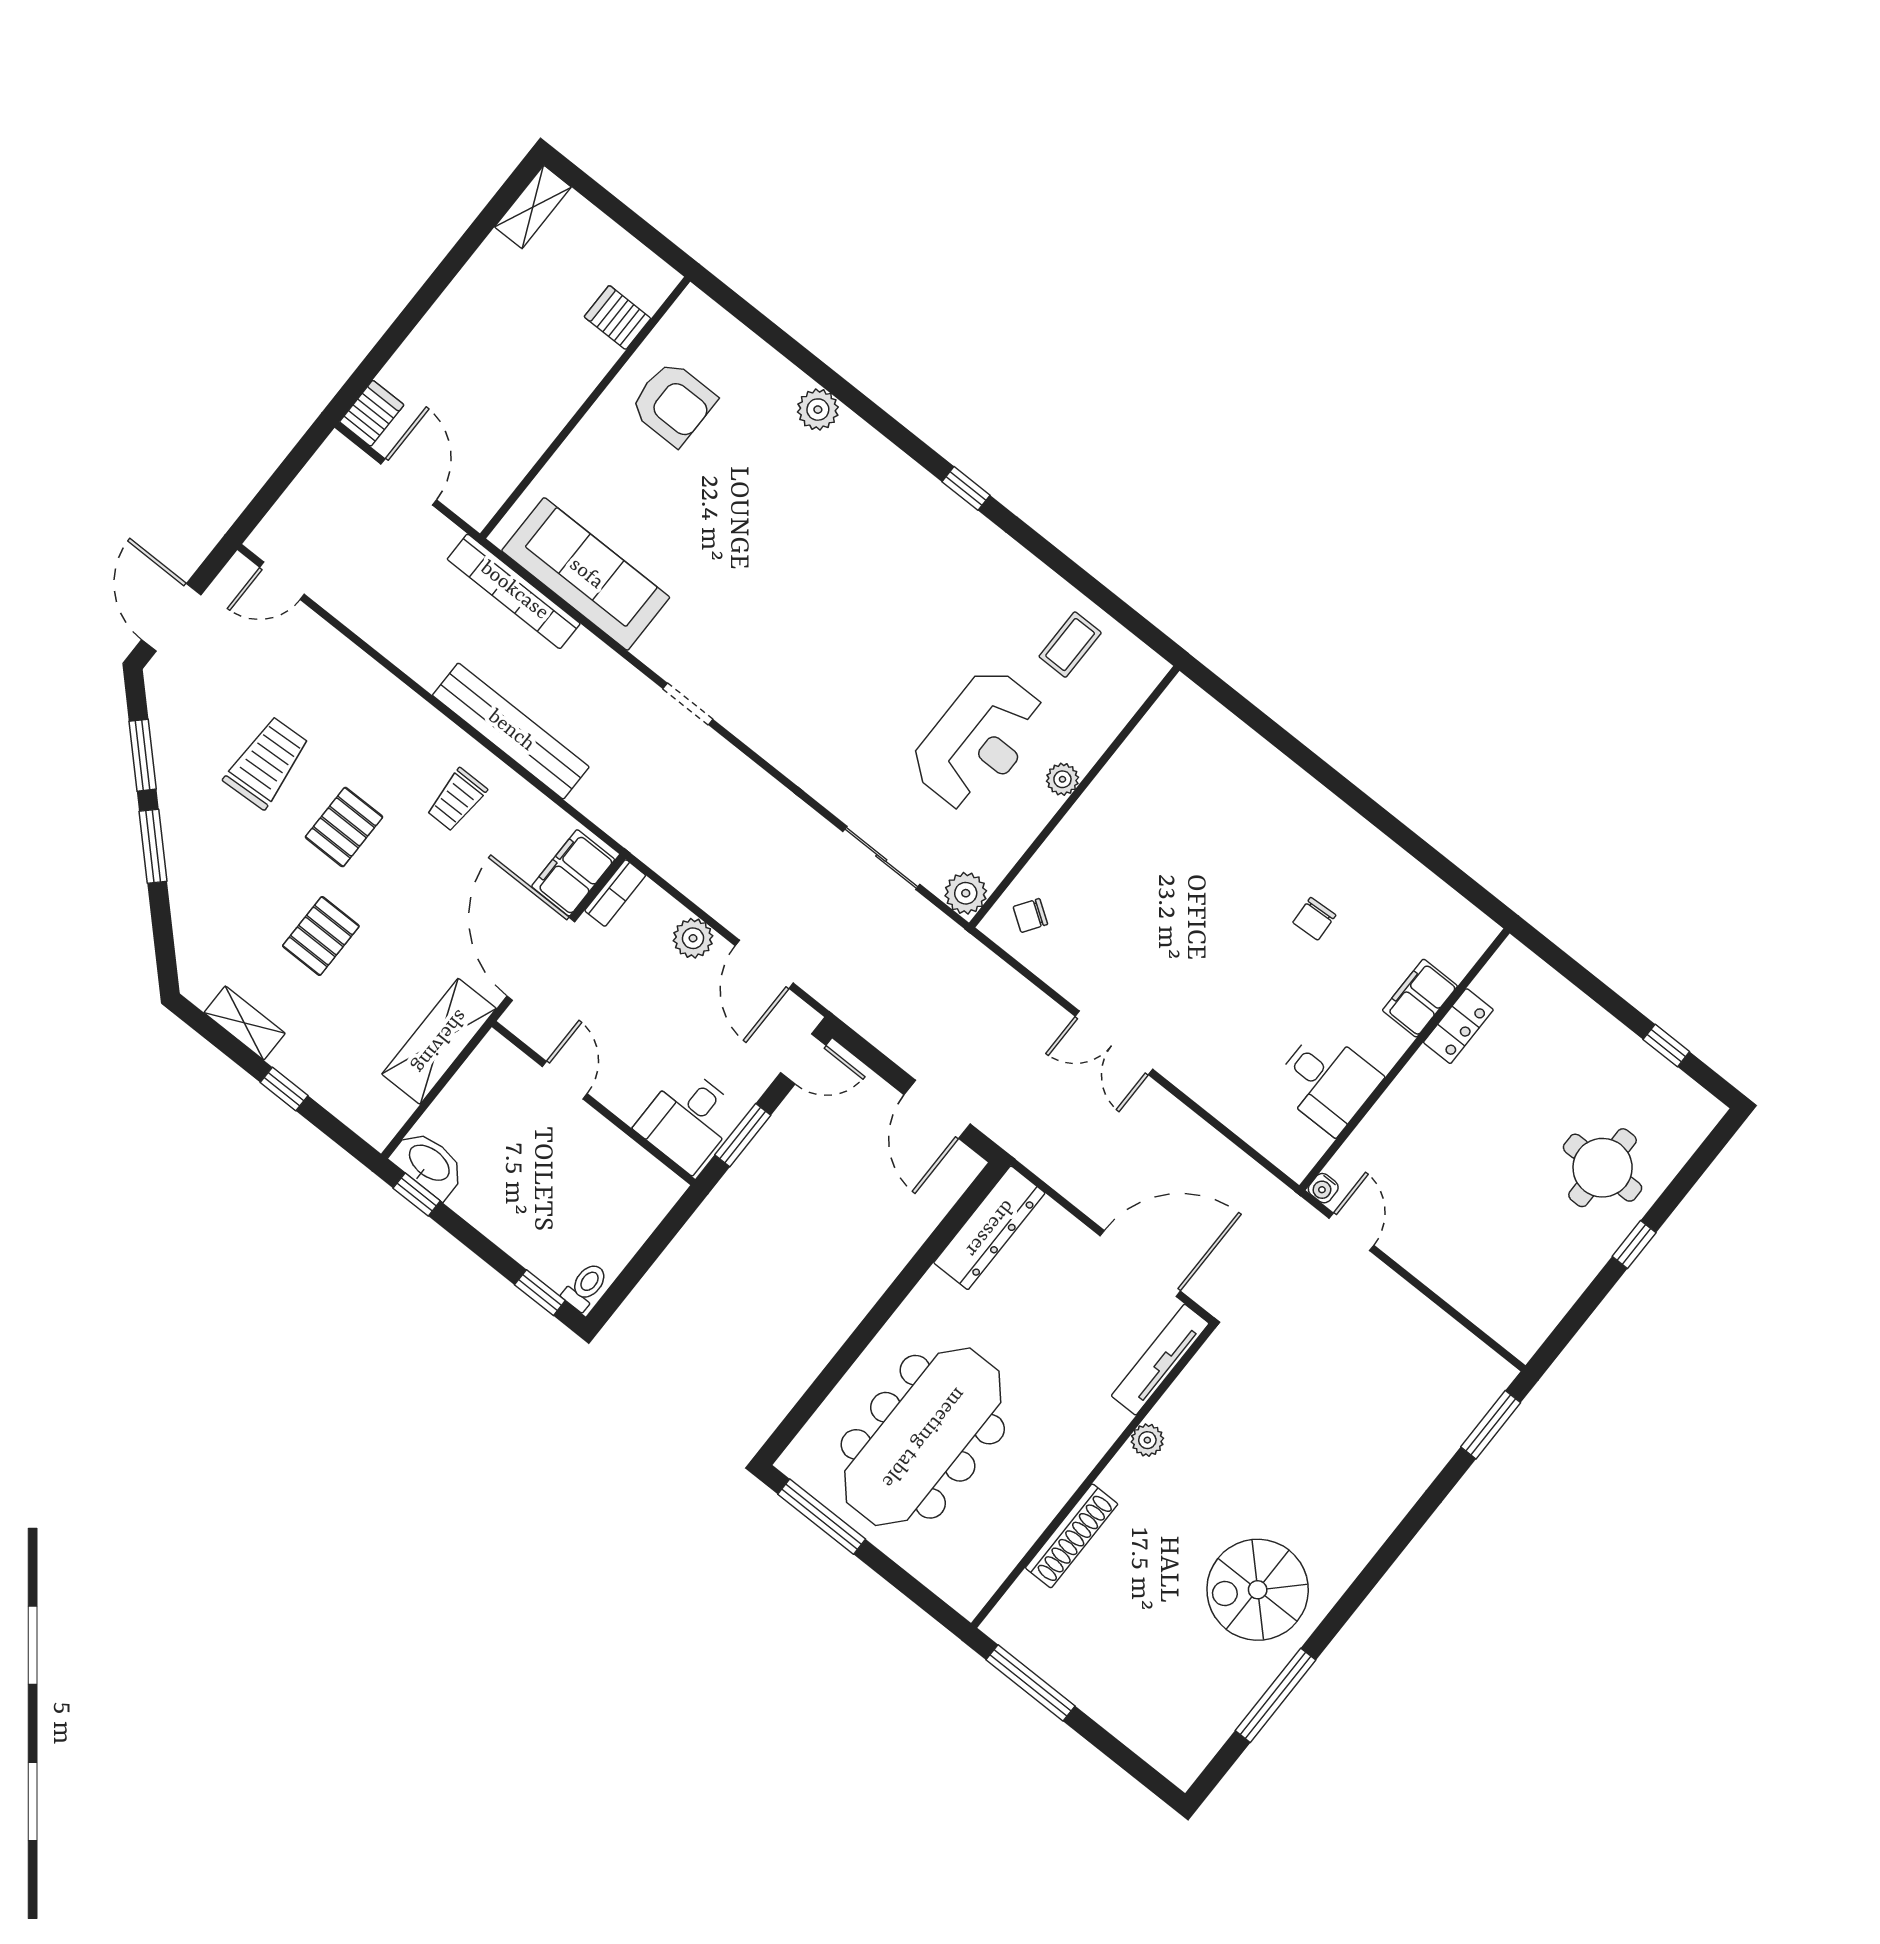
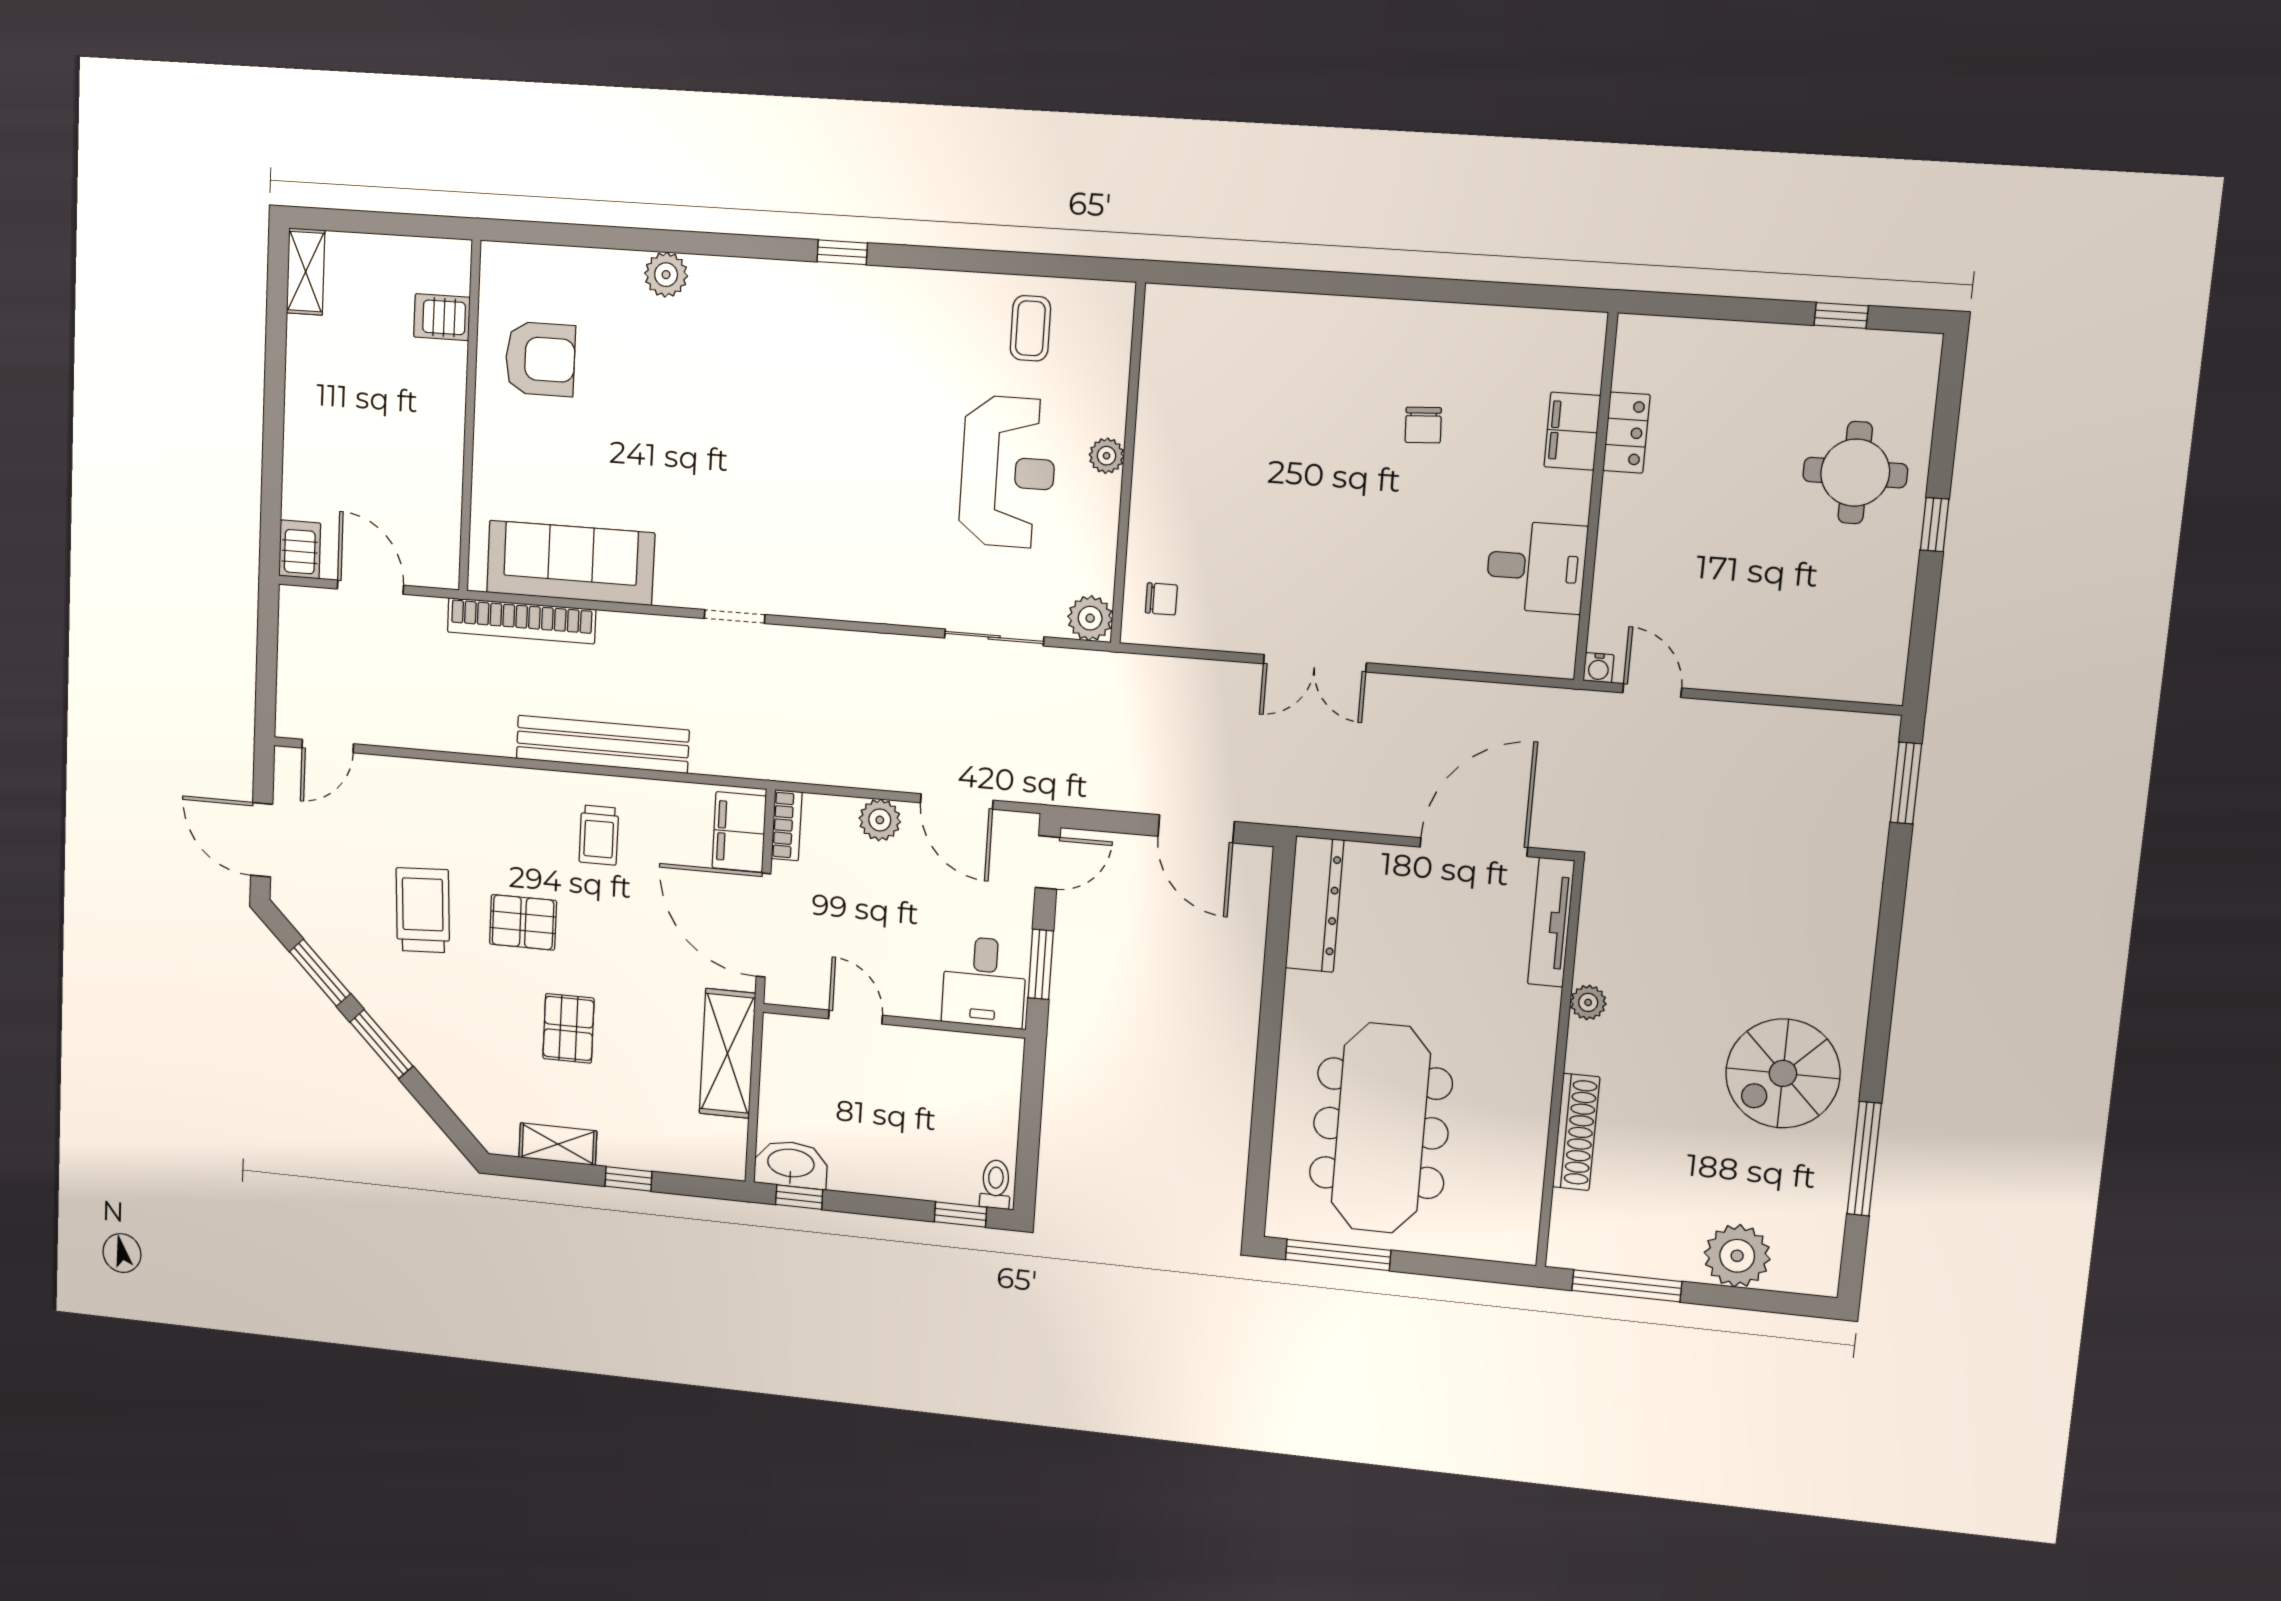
pallet: (344, 827) -> (523, 922), turned 90
chair: (1030, 916) -> (1161, 599), turned -124
plant: (1131, 1712) -> (1737, 1256), added

